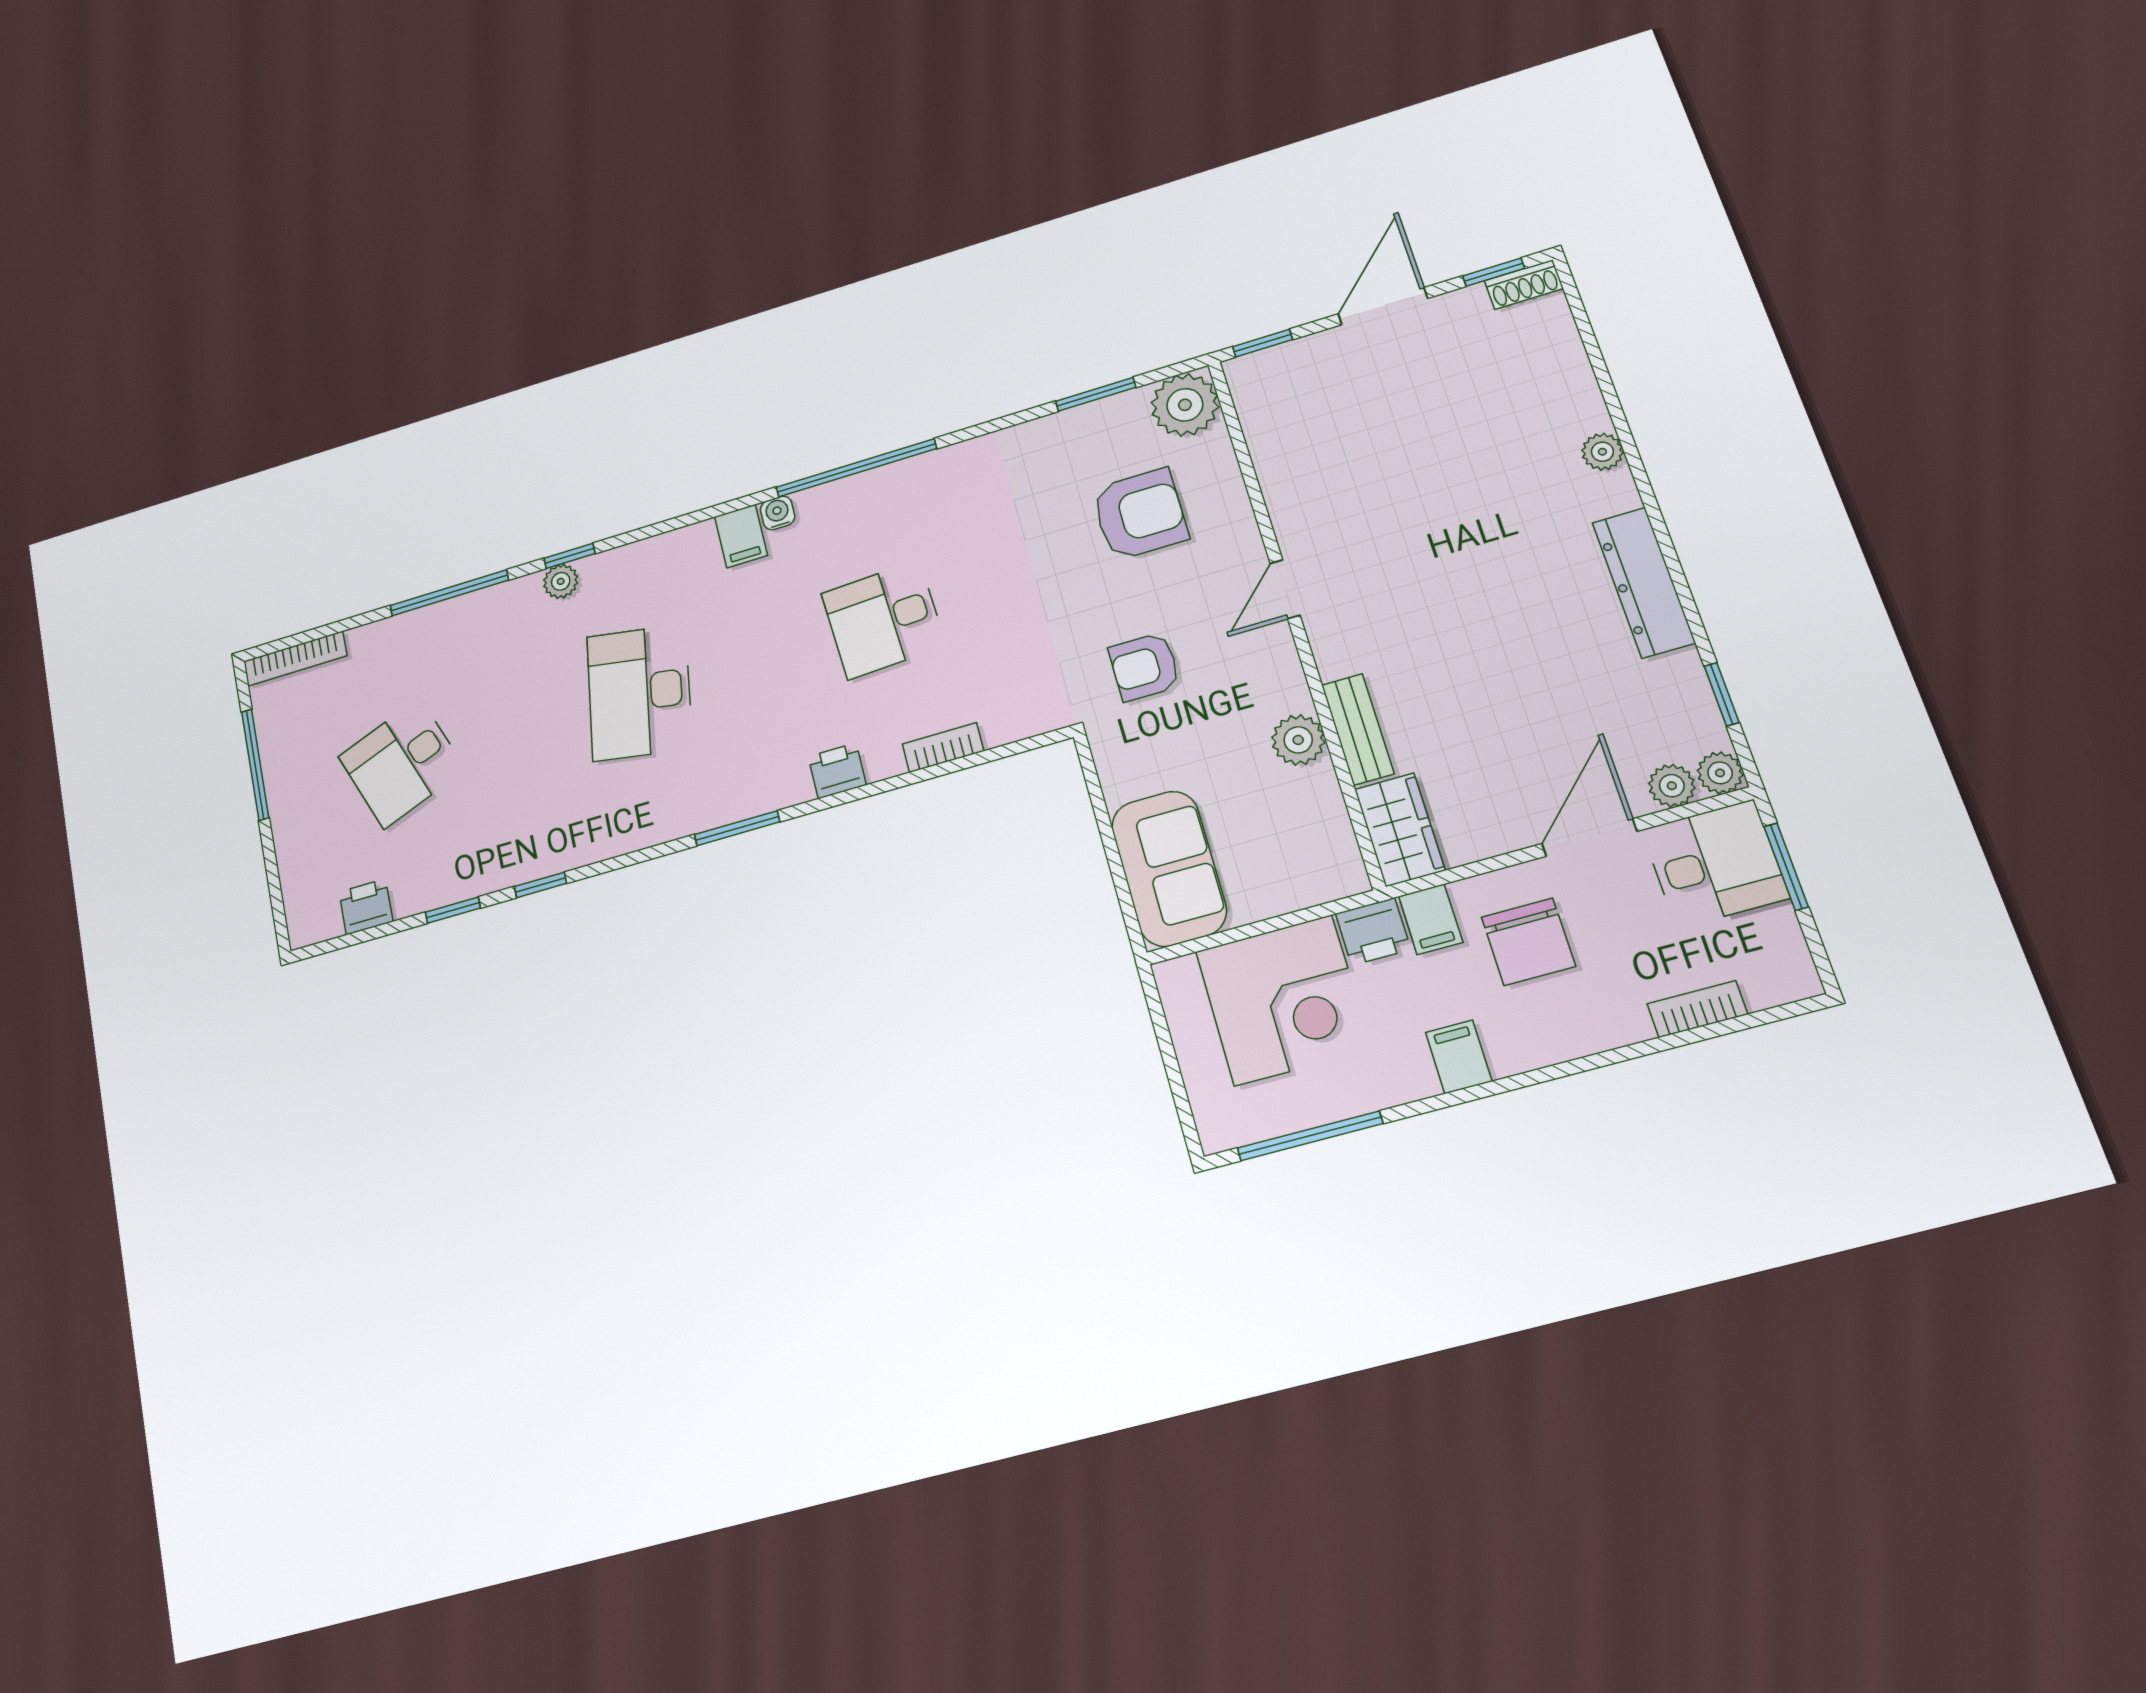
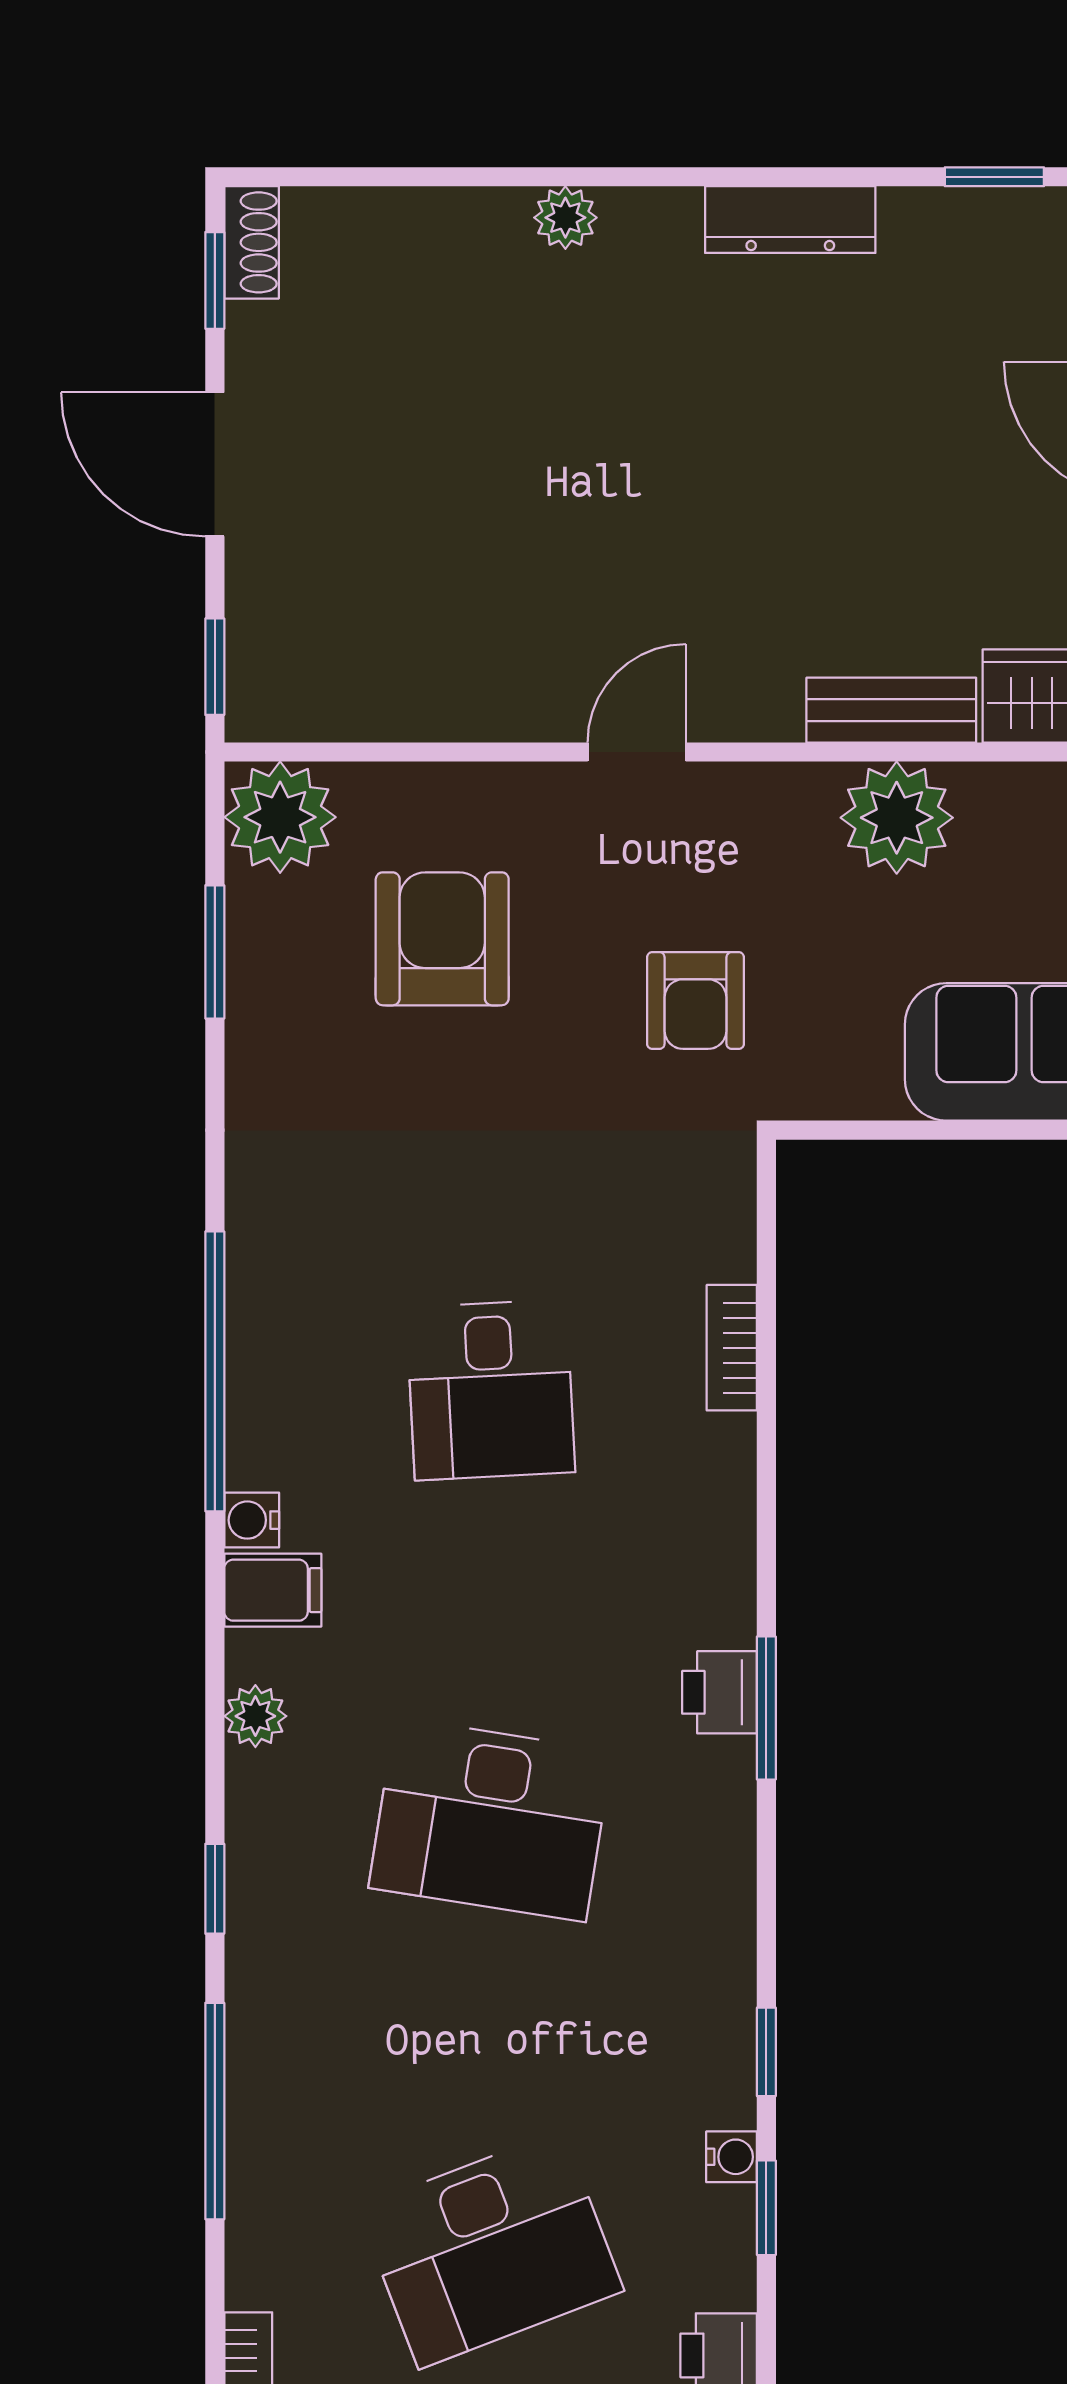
plant: (561, 581) -> (255, 1716), moved
dresser: (1644, 582) -> (790, 220), width x0.73, depth x0.80
door: (1285, 589) -> (637, 752), swing flipped
plant: (1298, 740) -> (897, 818), width x1.36, depth x1.36
desk: (402, 763) -> (491, 2249), width x1.37
printer: (837, 771) -> (720, 1692), moved
water cooler: (478, 882) -> (732, 2157), added

